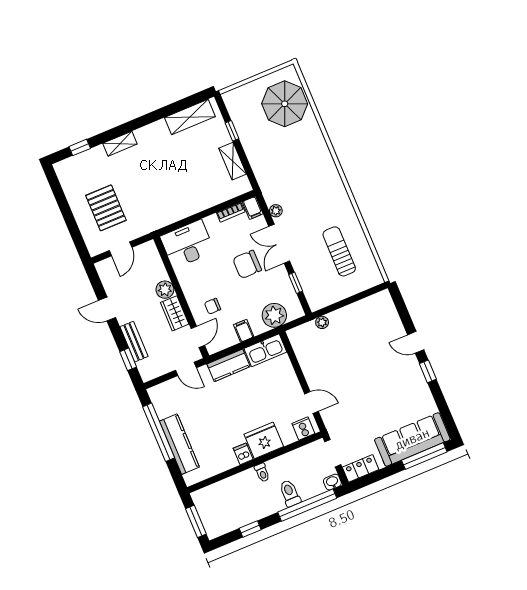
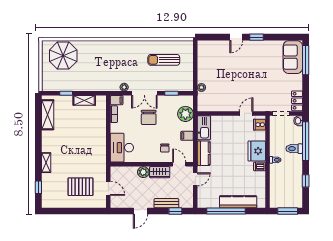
sofa: (412, 439) -> (293, 57), width x0.73

